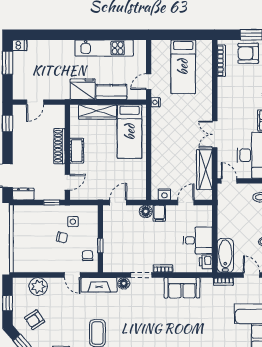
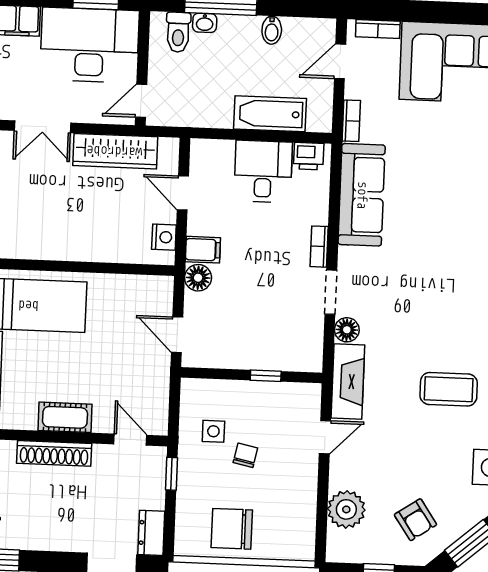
bathtub: (225, 255) -> (270, 114), moved
chair: (88, 256) -> (232, 529), moved, width x1.87, depth x1.87
sofa: (182, 288) -> (362, 195), width x1.36

